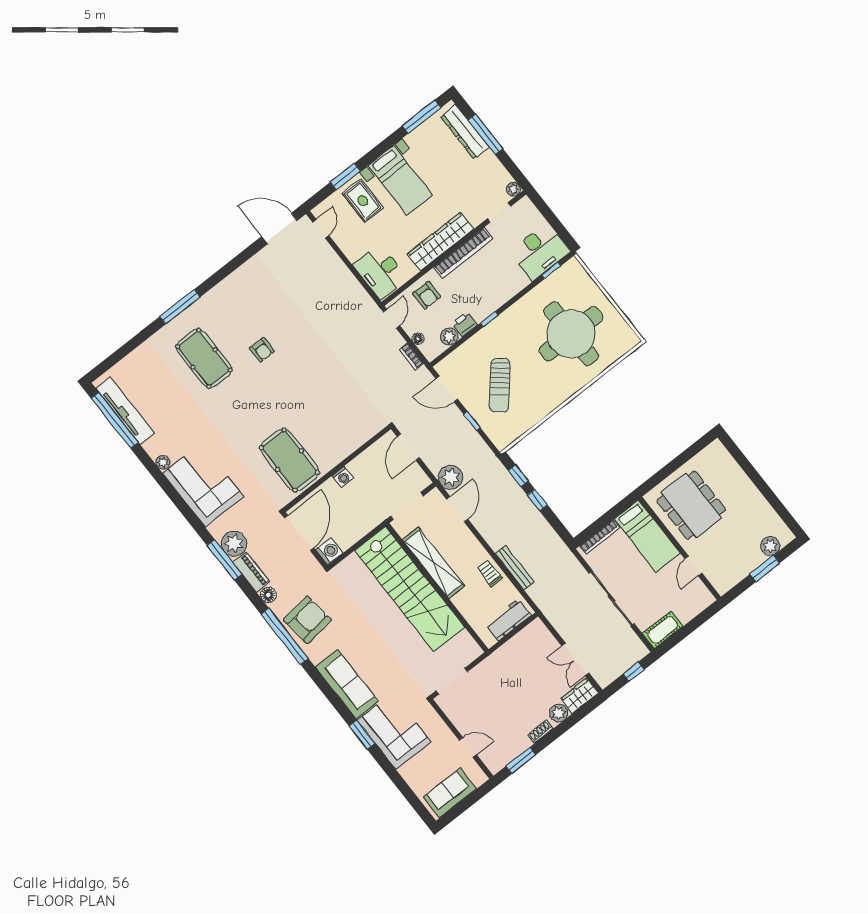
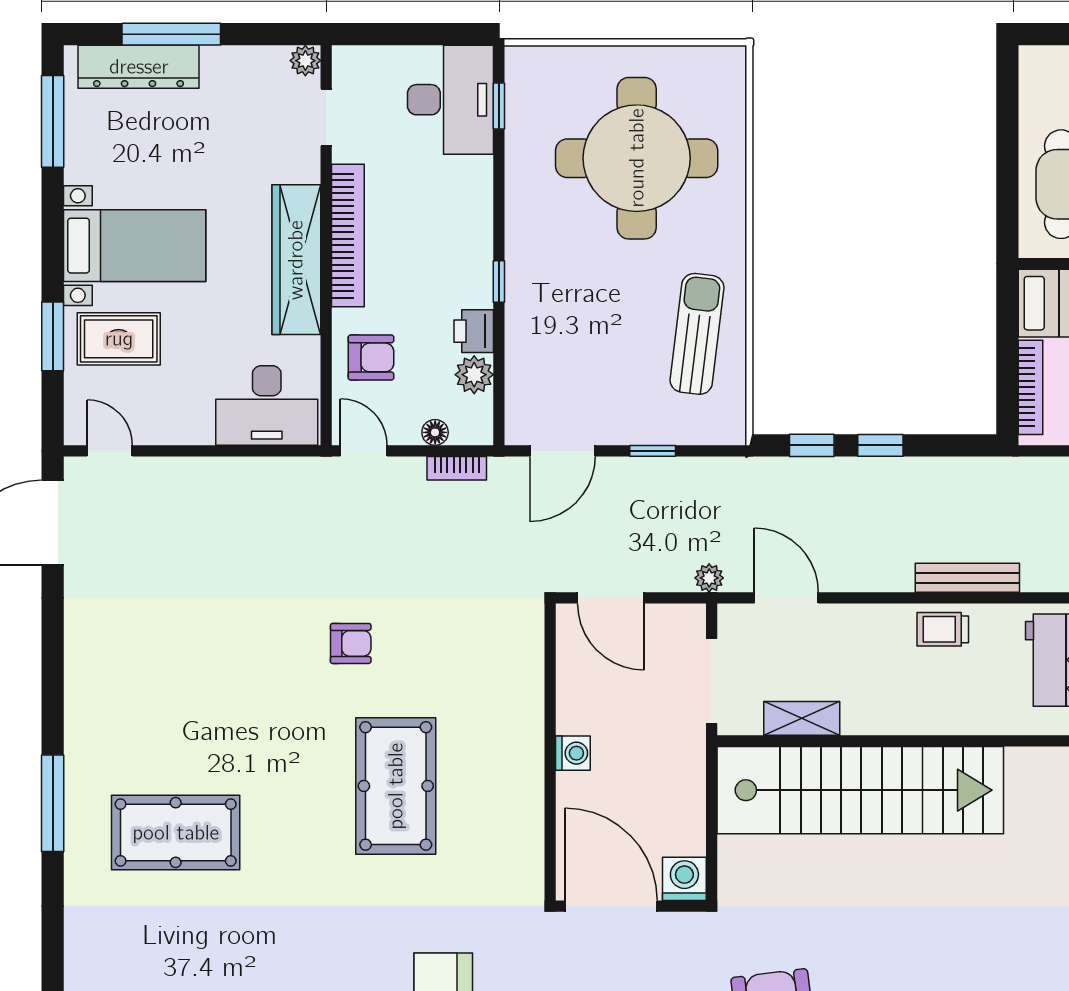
armchair: (262, 350) -> (351, 643), moved
sun lounger: (500, 385) -> (697, 334), moved, turned -123
pool table: (290, 460) -> (396, 786), moved, turned 90
plant: (451, 477) -> (709, 578), width x0.53, depth x0.53
shelving: (433, 563) -> (802, 718), width x0.45, depth x0.75

